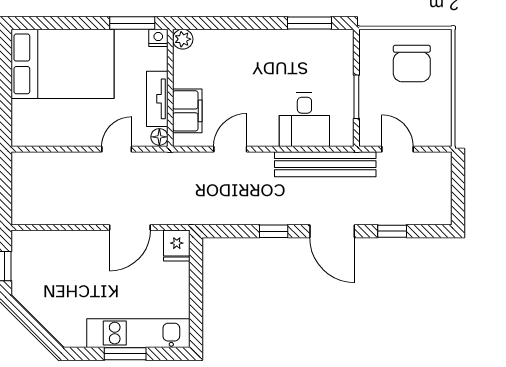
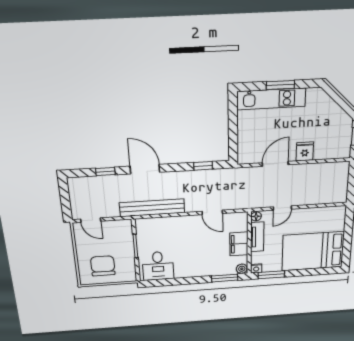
window: (309, 23) -> (225, 278), moved
filing cabinet: (187, 111) -> (239, 244), moved
desk: (304, 120) -> (158, 266), moved, turned 180
door: (230, 149) -> (212, 212), hinge flipped
door: (398, 149) -> (91, 220), moved
window: (274, 231) -> (203, 166), moved
fridge: (177, 246) -> (305, 151), moved

